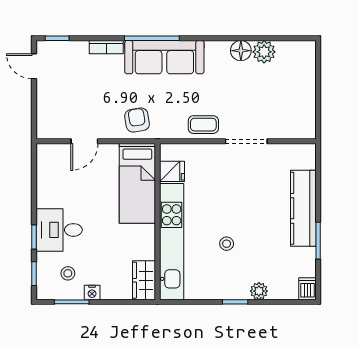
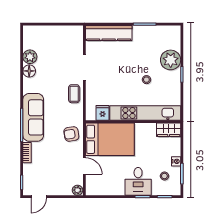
plant: (44, 130) -> (78, 190), added
bed: (137, 183) -> (110, 139), width x1.50
kitchen counter: (303, 208) -> (109, 33), moved
dishwasher: (307, 289) -> (174, 30), removed
plant: (259, 291) -> (171, 60), width x1.88, depth x1.88

